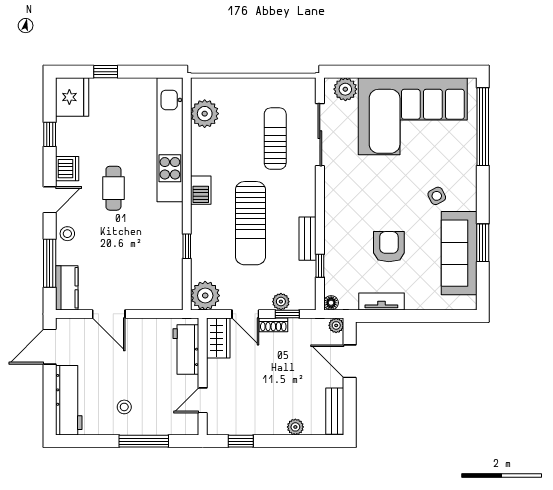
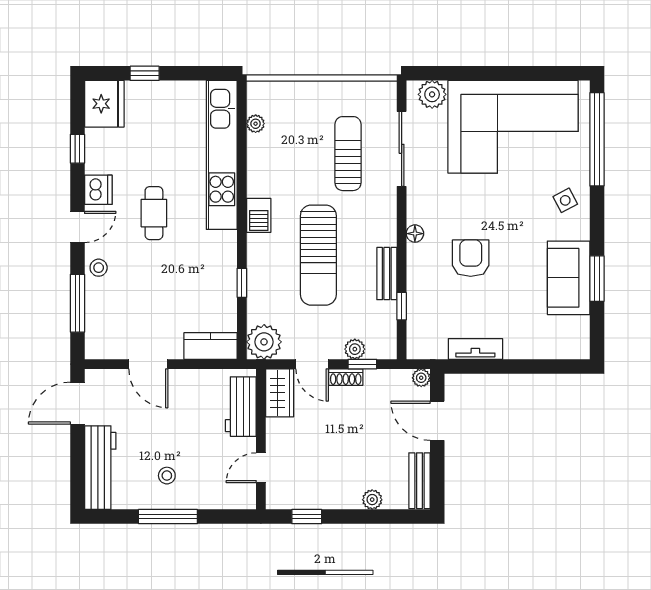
plant: (205, 114) -> (256, 124), width x0.53, depth x0.53
side table: (437, 196) -> (565, 200), moved
armchair: (389, 247) -> (471, 258), moved
sofa: (459, 253) -> (569, 278), width x0.73
kitchen counter: (67, 288) -> (210, 346), moved, turned -90
floor lamp: (331, 303) -> (415, 234), moved
window: (144, 441) -> (168, 517), moved

